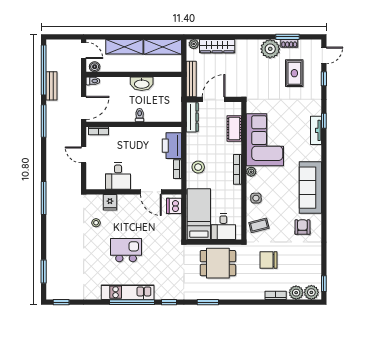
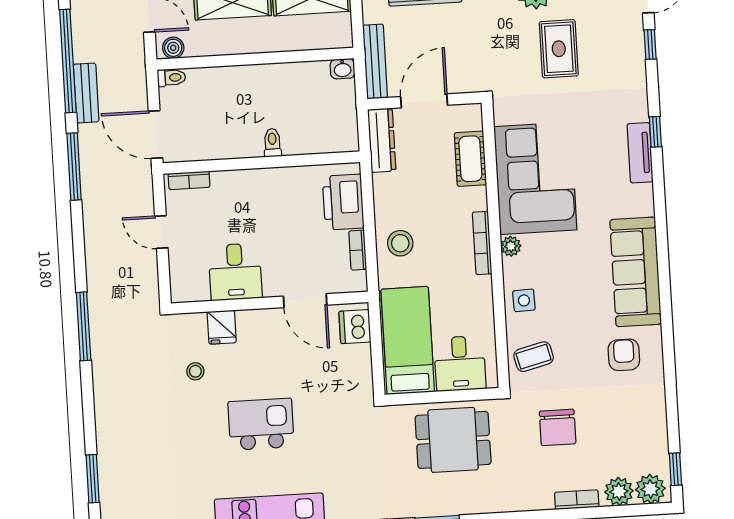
rug: (294, 73) -> (559, 49), moved
washbasin: (142, 84) -> (343, 69), moved, width x0.52, depth x0.69
door: (84, 108) -> (155, 134), swing flipped
chair: (268, 260) -> (558, 427), turned -90

